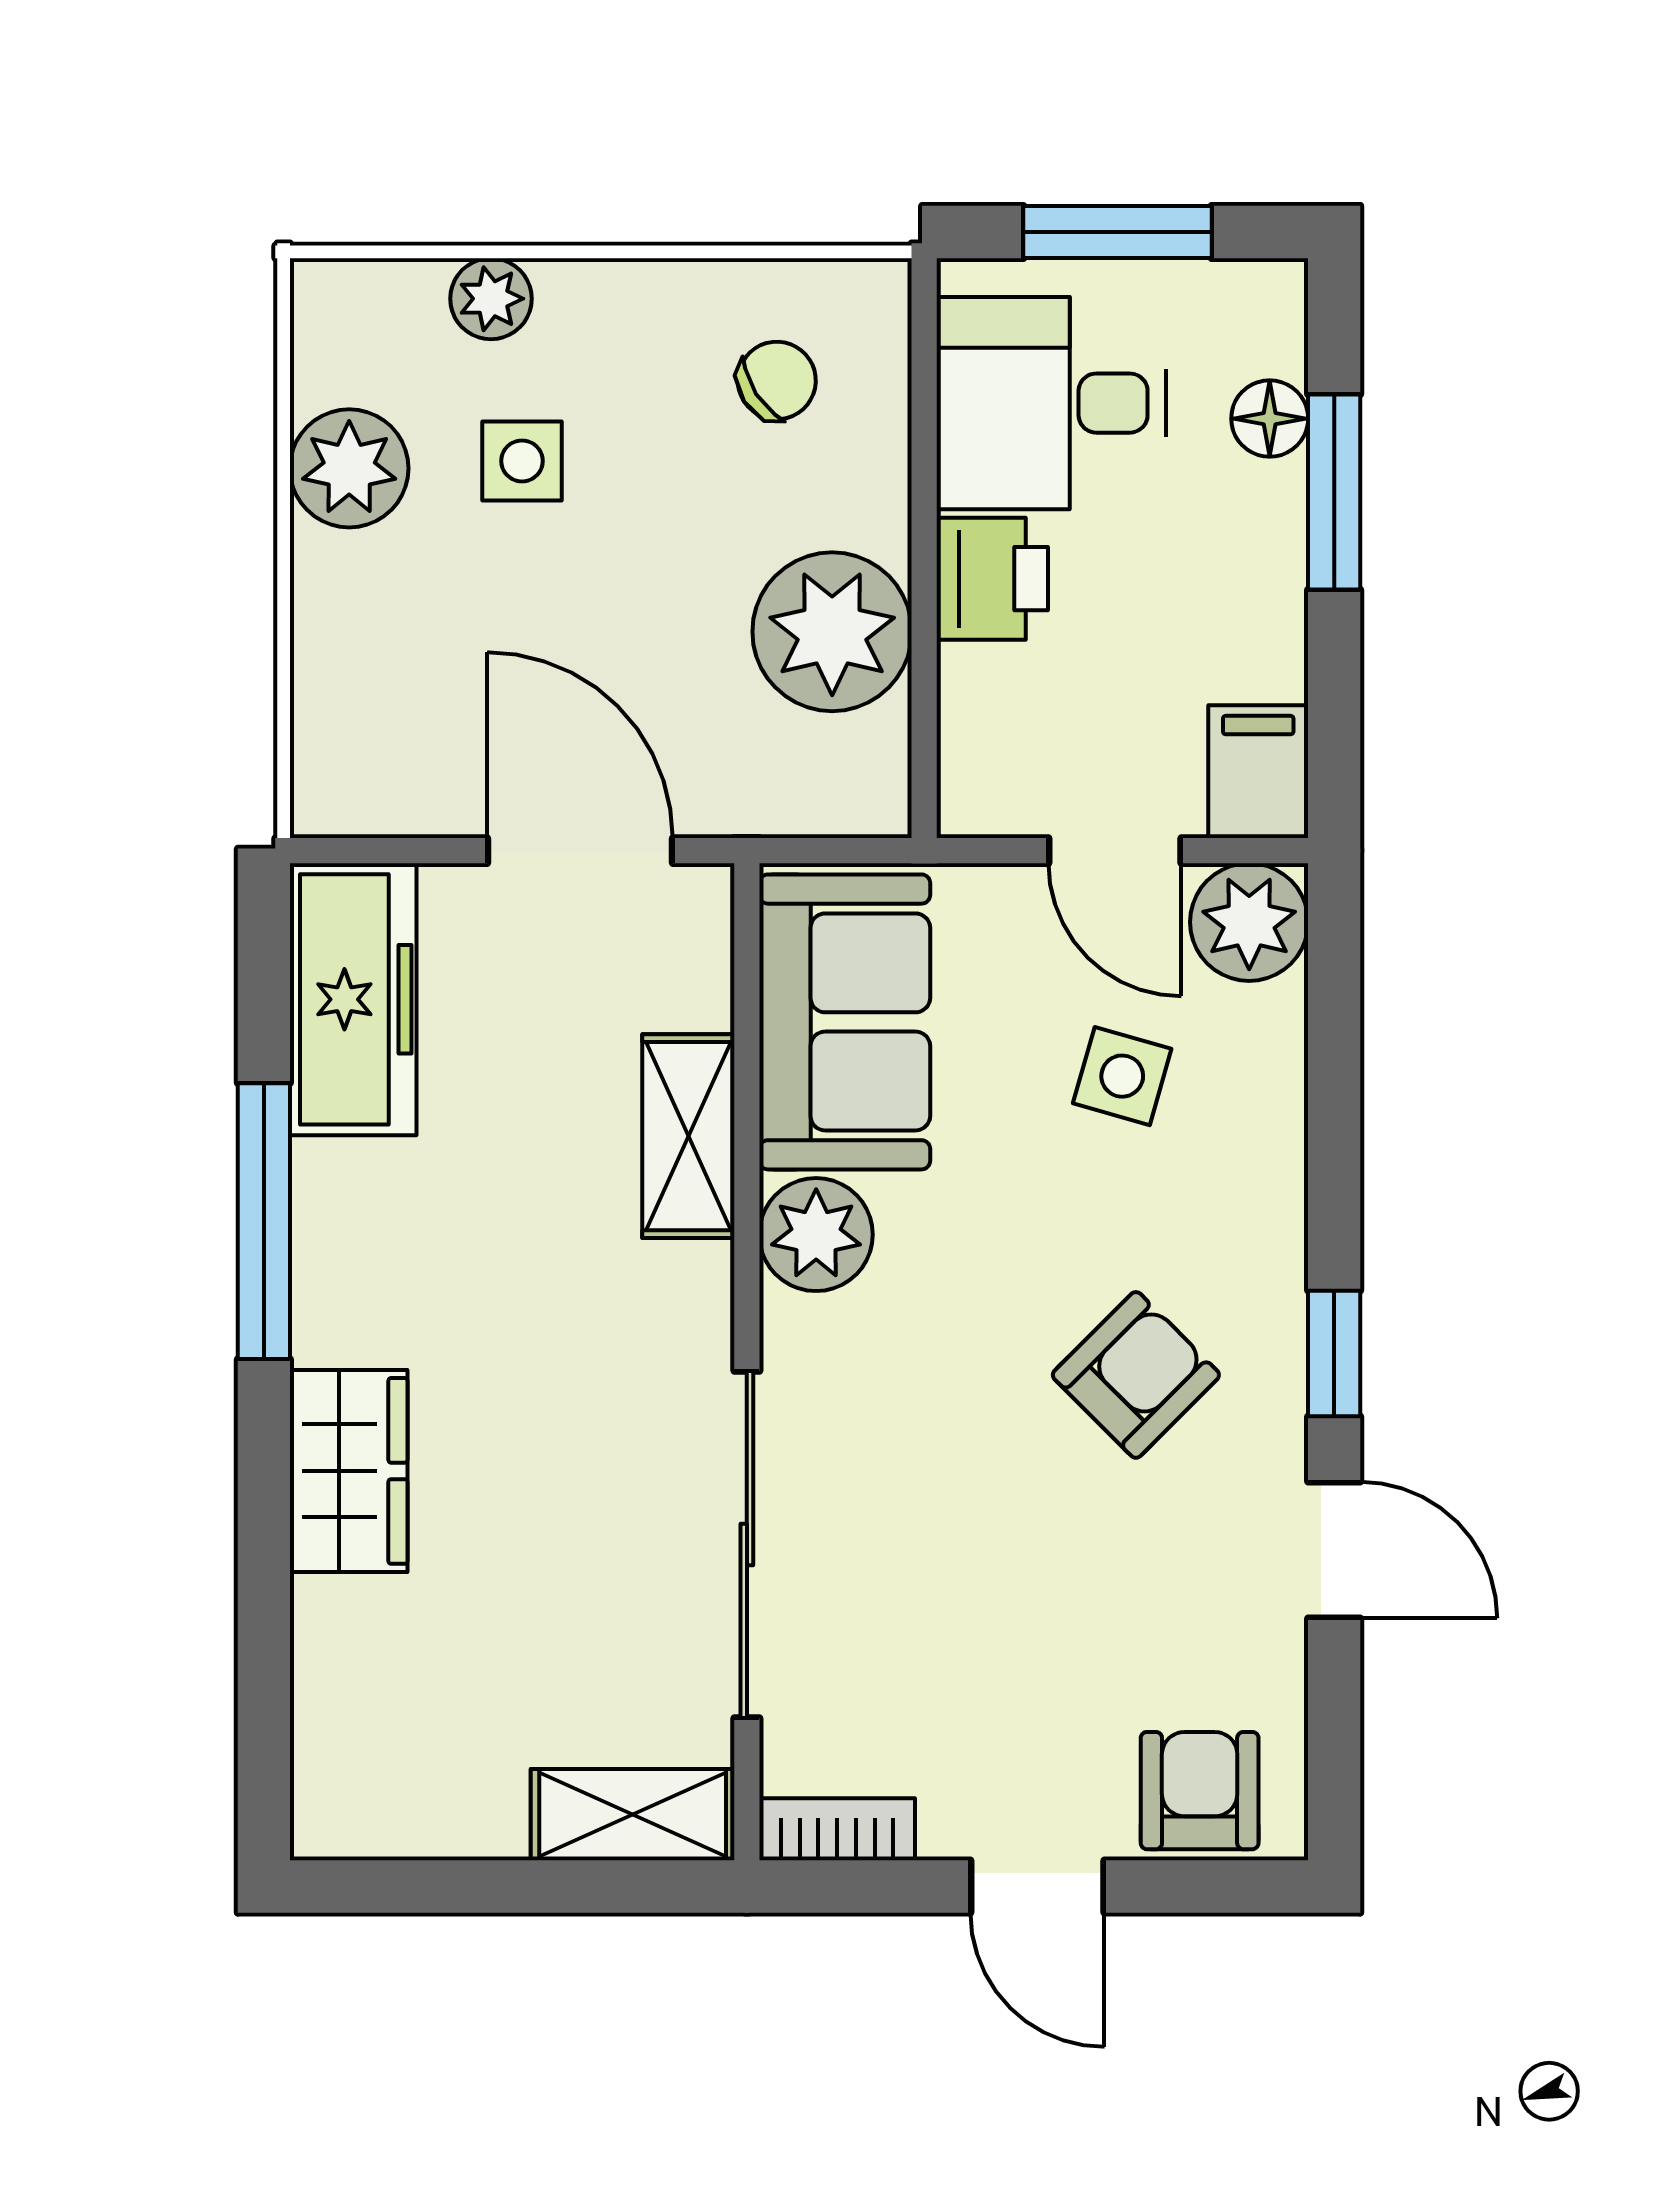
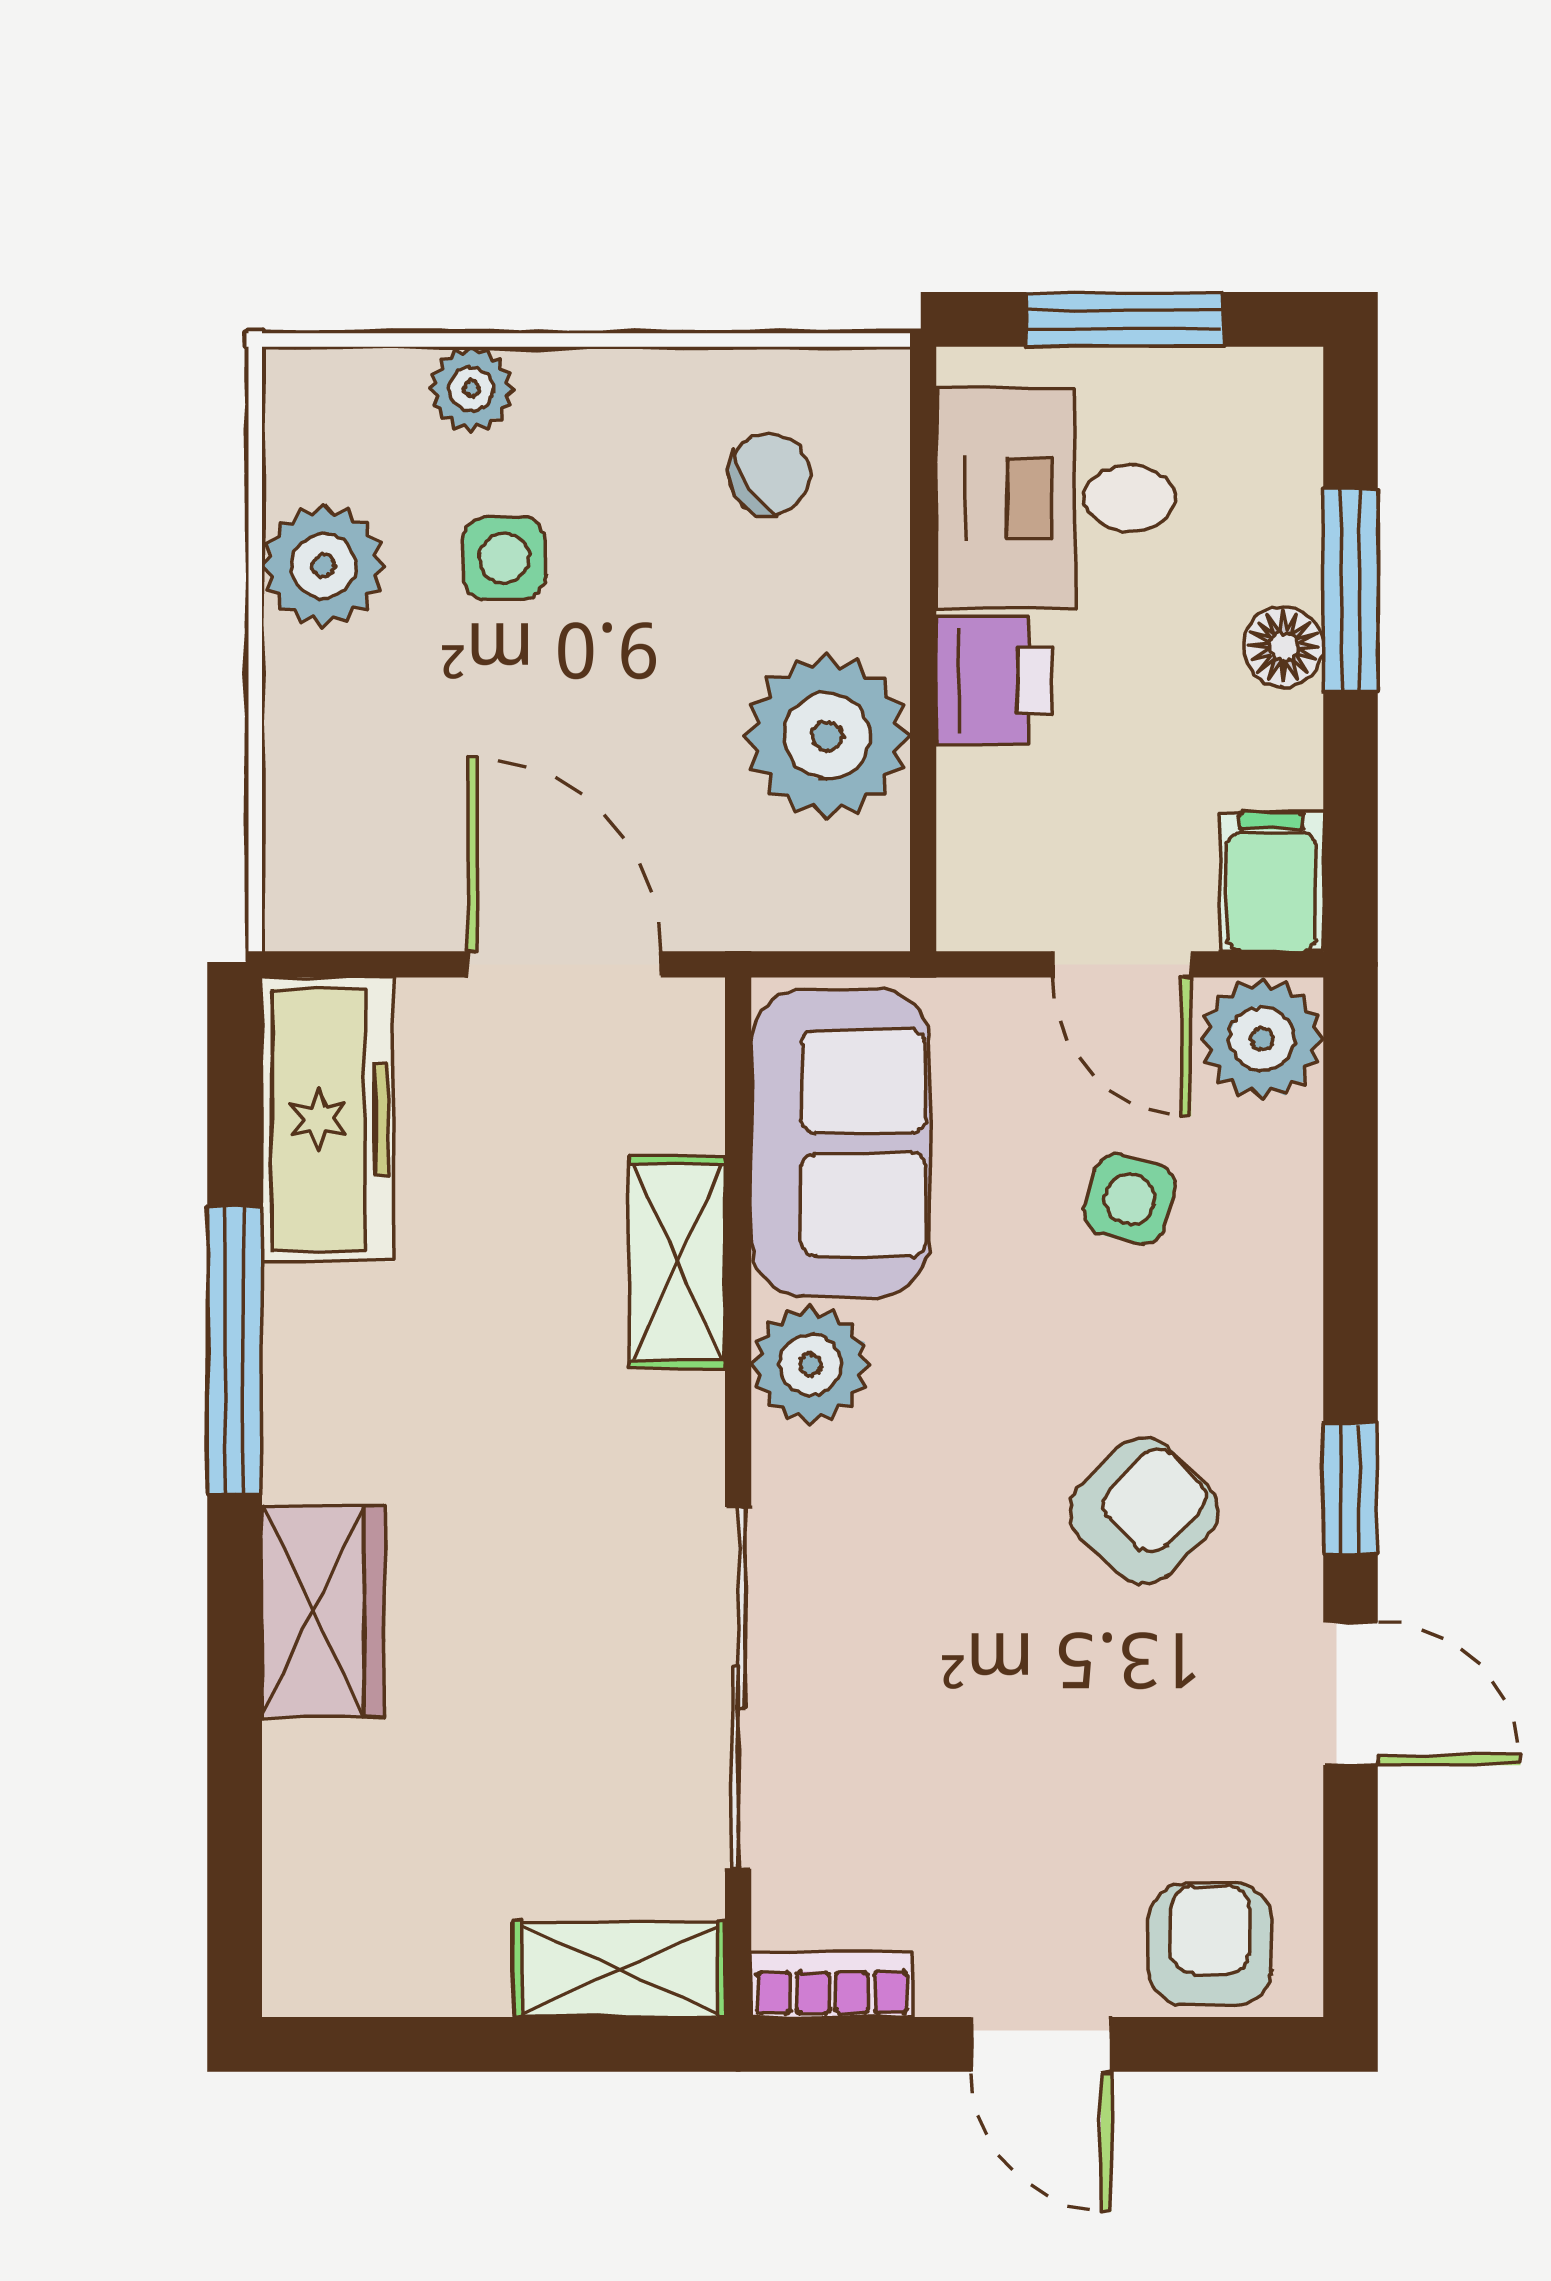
floor lamp: (1270, 419) -> (1283, 647), moved

